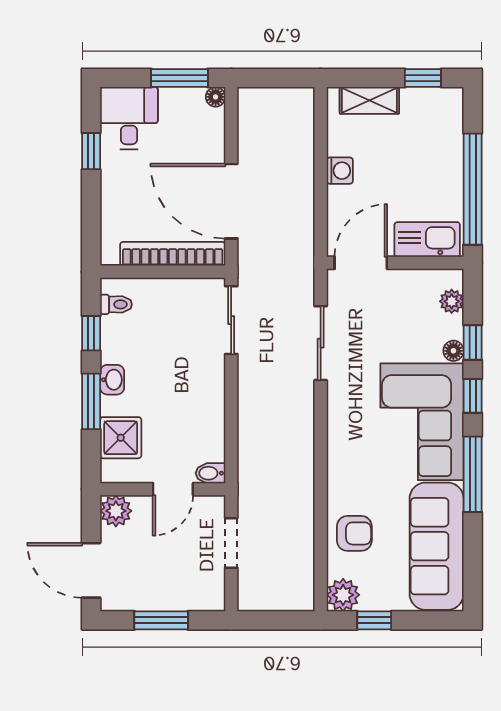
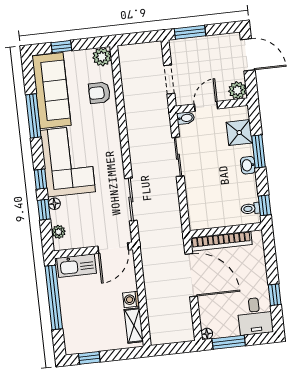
shelving: (369, 100) -> (134, 325), moved, turned 90
sliding door: (231, 320) -> (178, 157), moved
window: (91, 333) -> (265, 205), moved
window: (473, 474) -> (33, 116), moved
window: (161, 620) -> (190, 32), moved
window: (374, 620) -> (61, 47), moved

